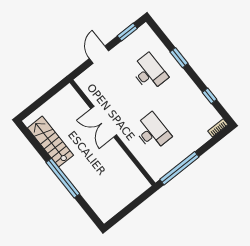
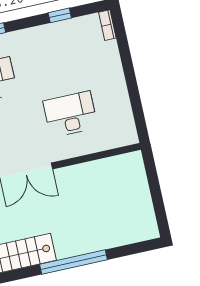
window: (179, 168) -> (136, 102), removed

